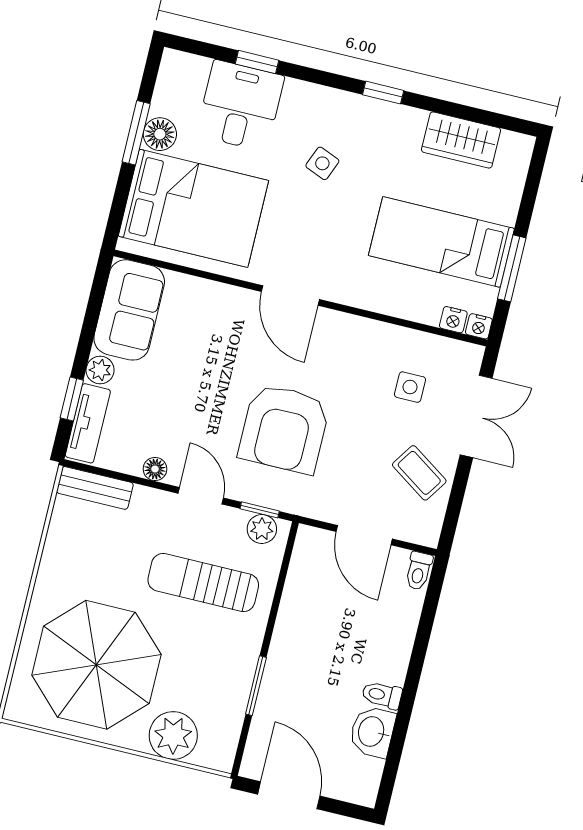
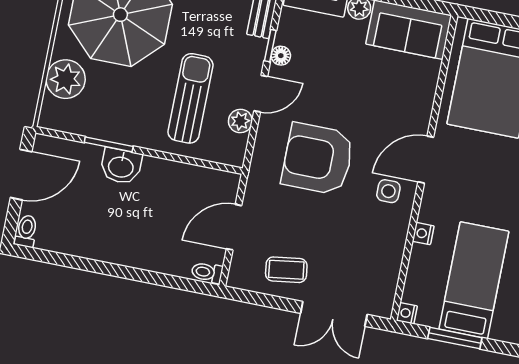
nightstand: (453, 320) -> (423, 234), moved
side table: (410, 387) -> (388, 191), moved
coffee table: (419, 473) -> (286, 270), turned 48
window: (260, 510) -> (270, 46), moved
plant: (262, 529) -> (240, 121), moved
toilet: (382, 695) -> (26, 231), moved
washbasin: (372, 732) -> (121, 166), moved, turned 180

